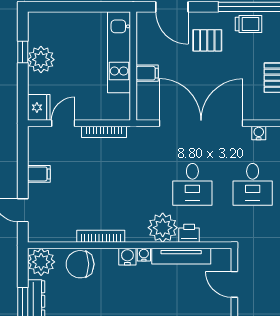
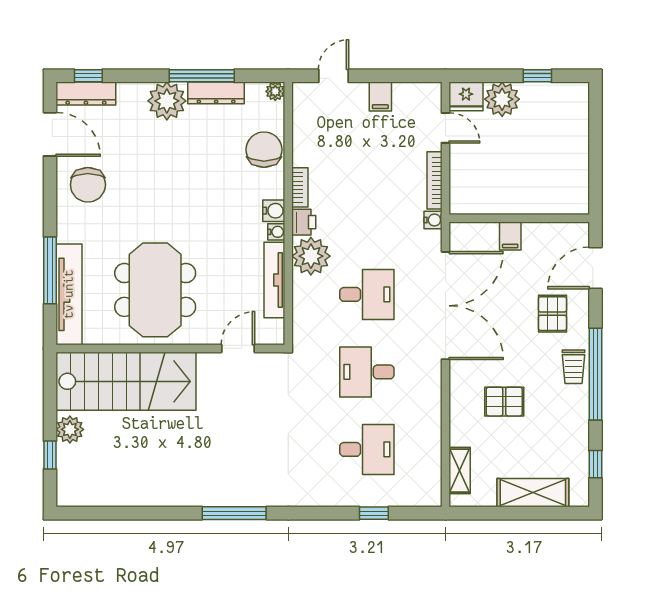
kitchen unit: (119, 52) -> (537, 200), removed
plant: (41, 60) -> (502, 99), moved
water cooler: (259, 133) -> (433, 220), moved
desk: (192, 184) -> (367, 294), turned 180
printer: (189, 233) -> (304, 222), moved
bookcase: (101, 236) -> (300, 187), width x0.64
plant: (41, 262) -> (275, 91), width x0.53, depth x0.53

